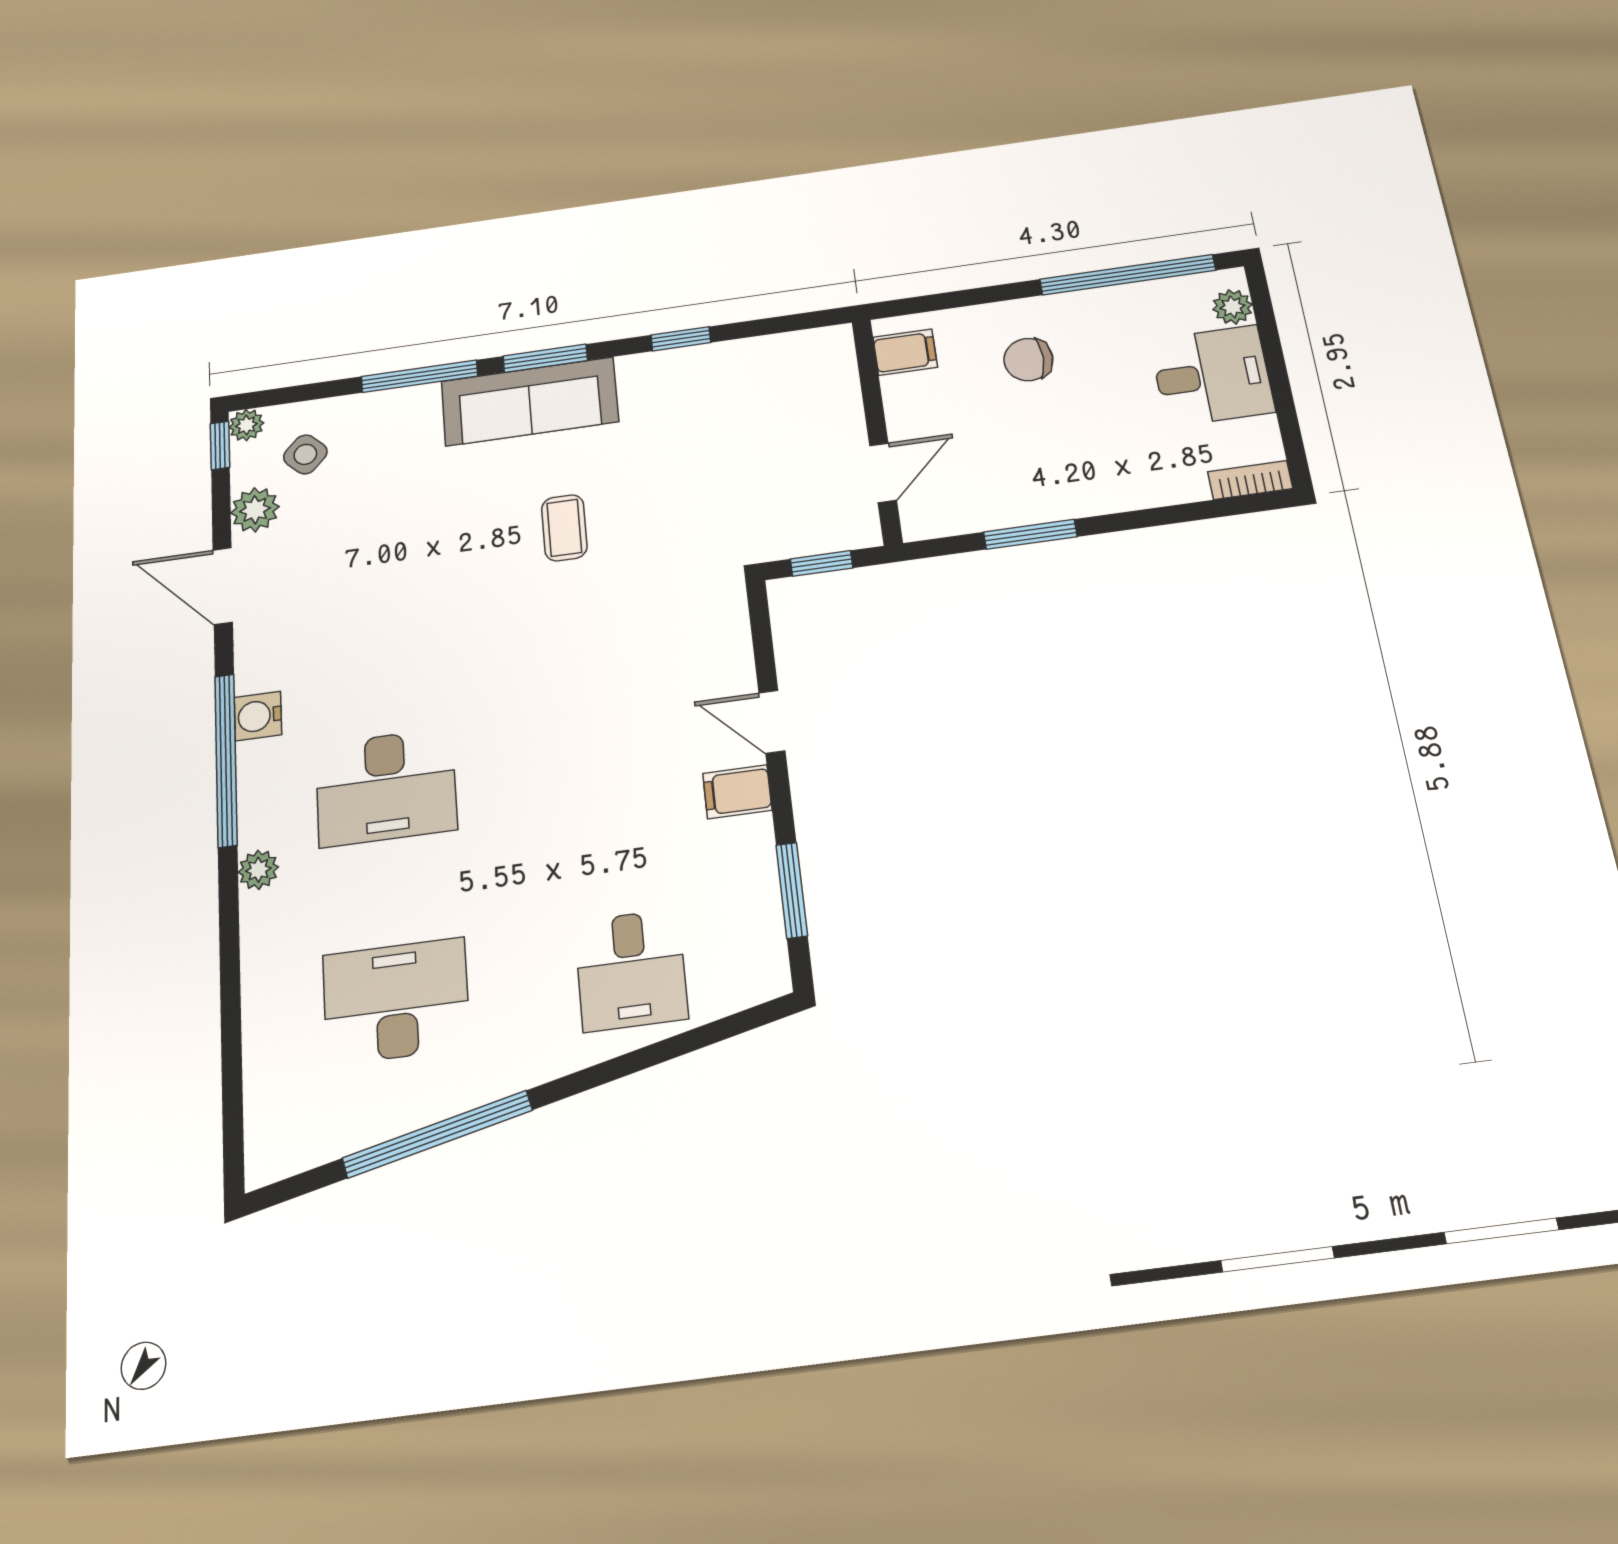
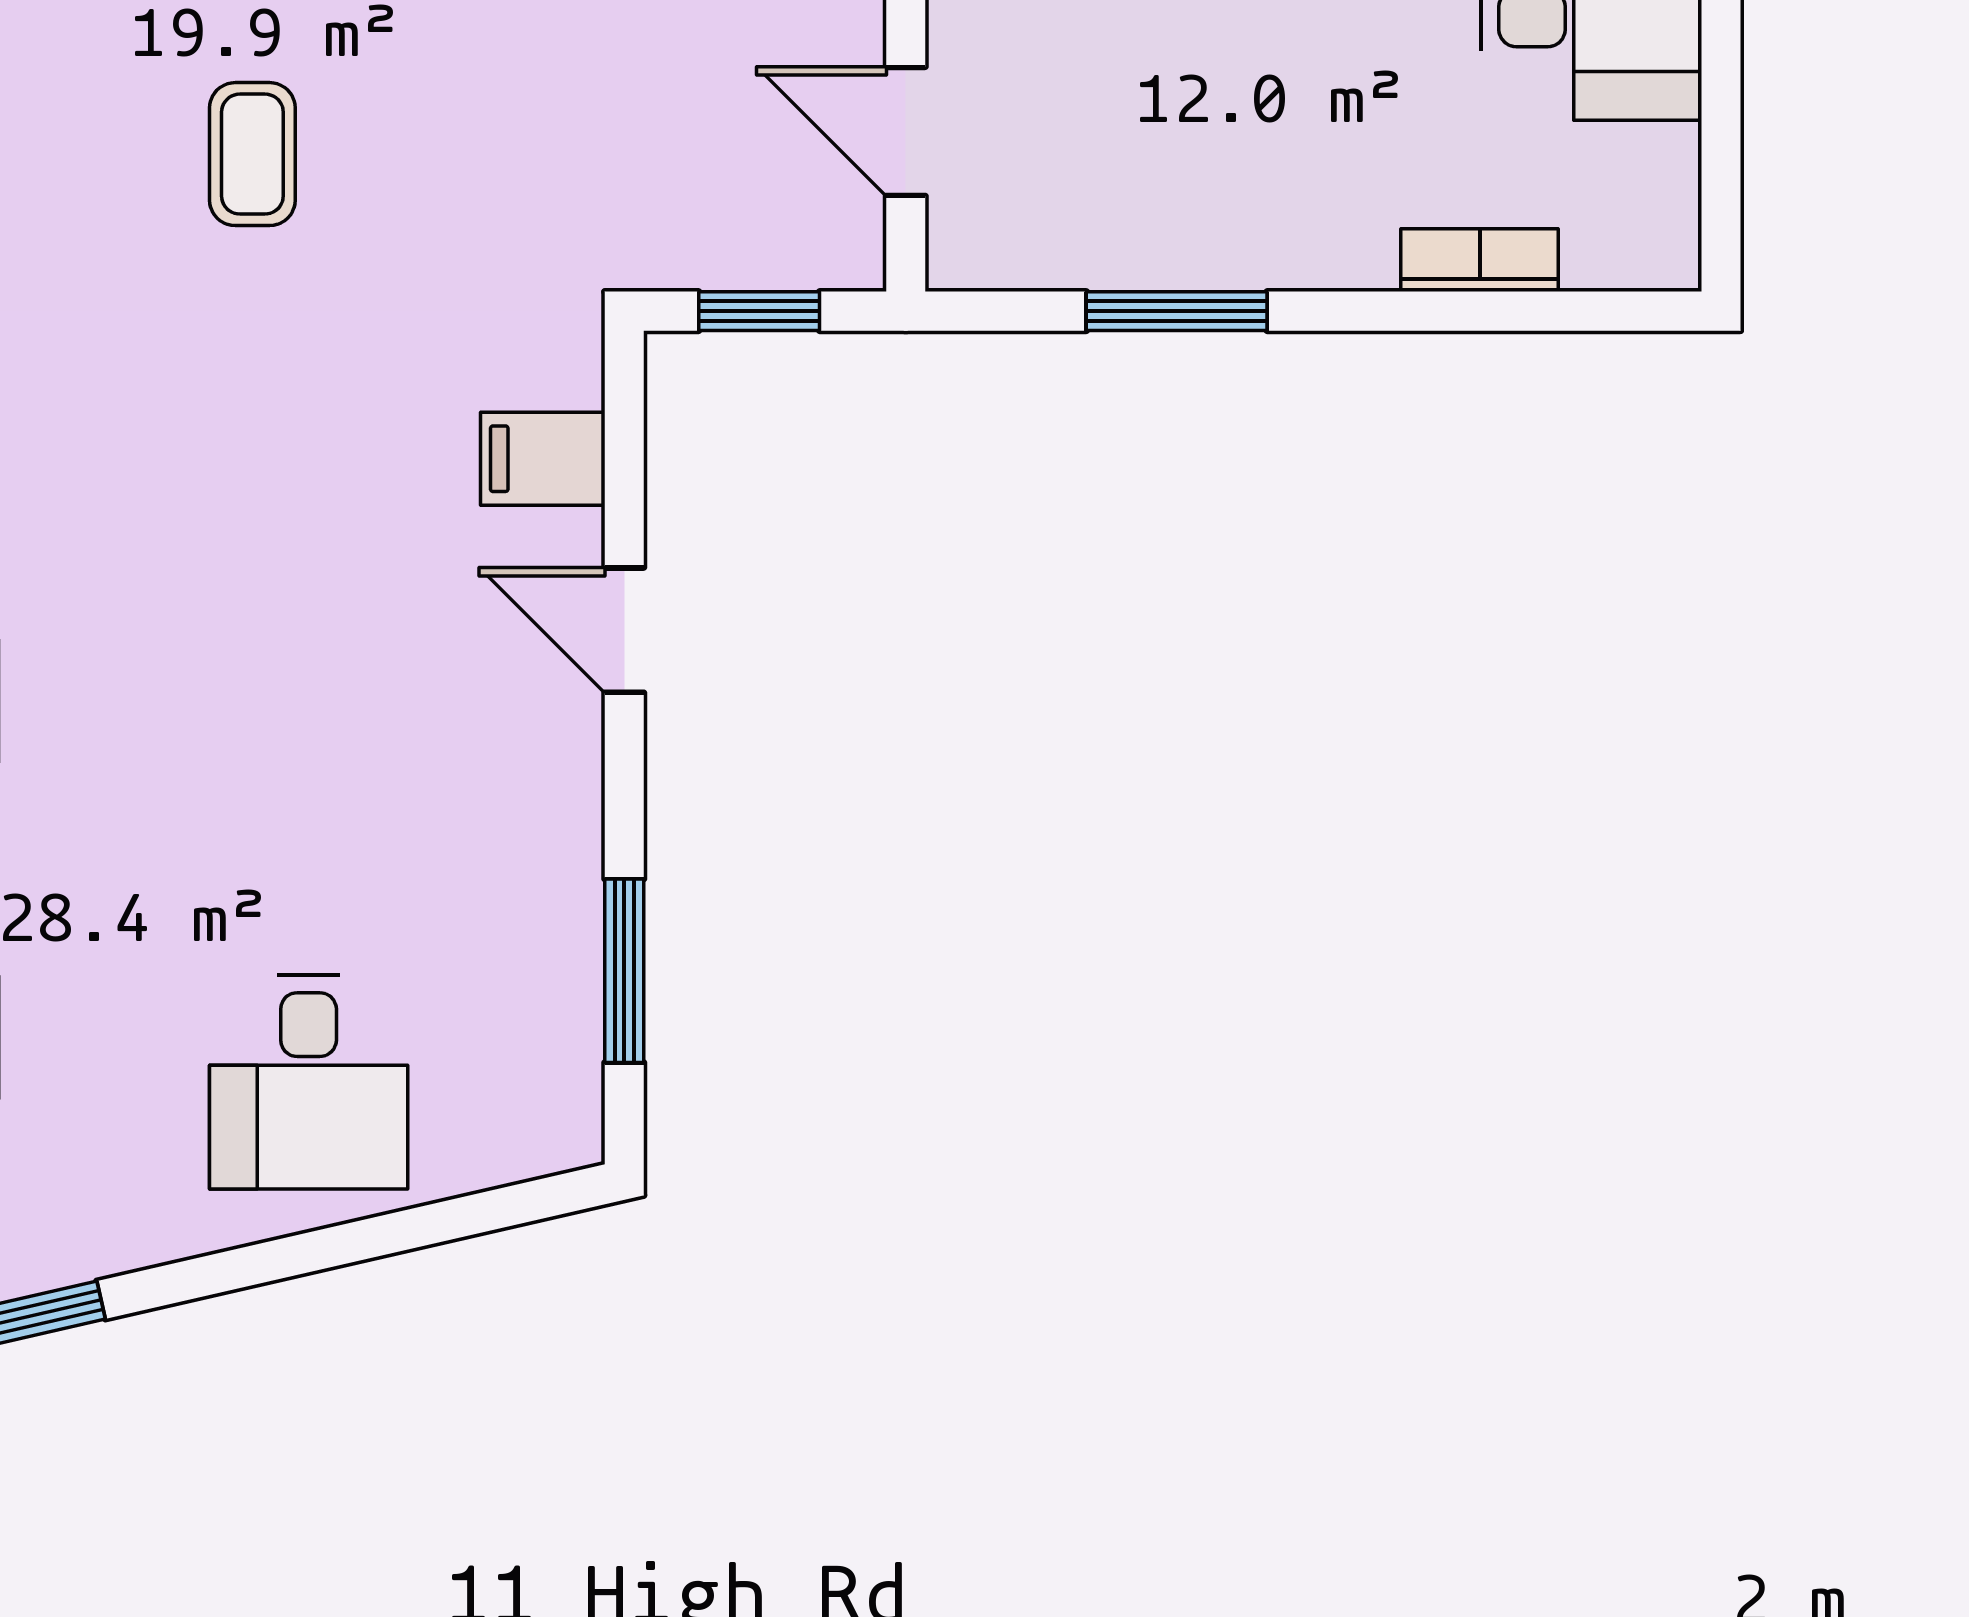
door: (883, 473) -> (906, 131), swing flipped
bookcase: (1250, 480) -> (1480, 260), moved
filing cabinet: (737, 792) -> (543, 459), moved

